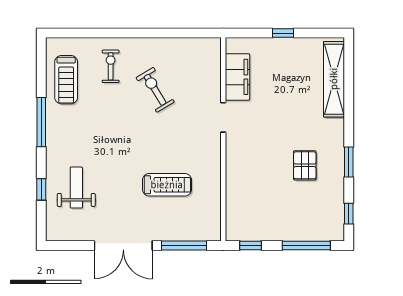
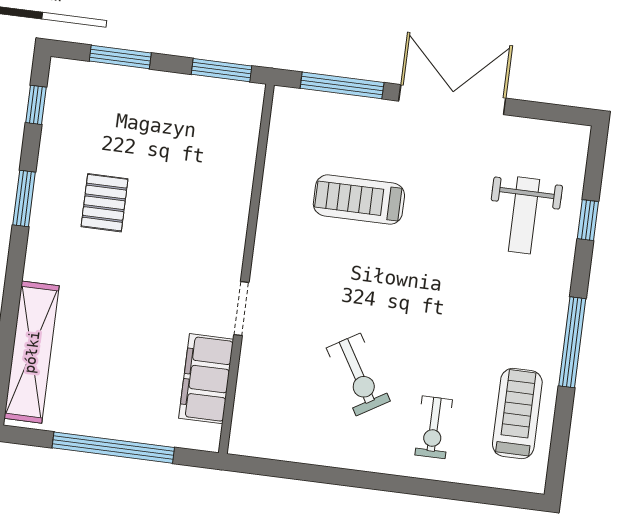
window: (283, 33) -> (113, 448), width x3.17
window: (250, 245) -> (222, 70), width x1.50
window: (306, 245) -> (120, 57), width x0.69

